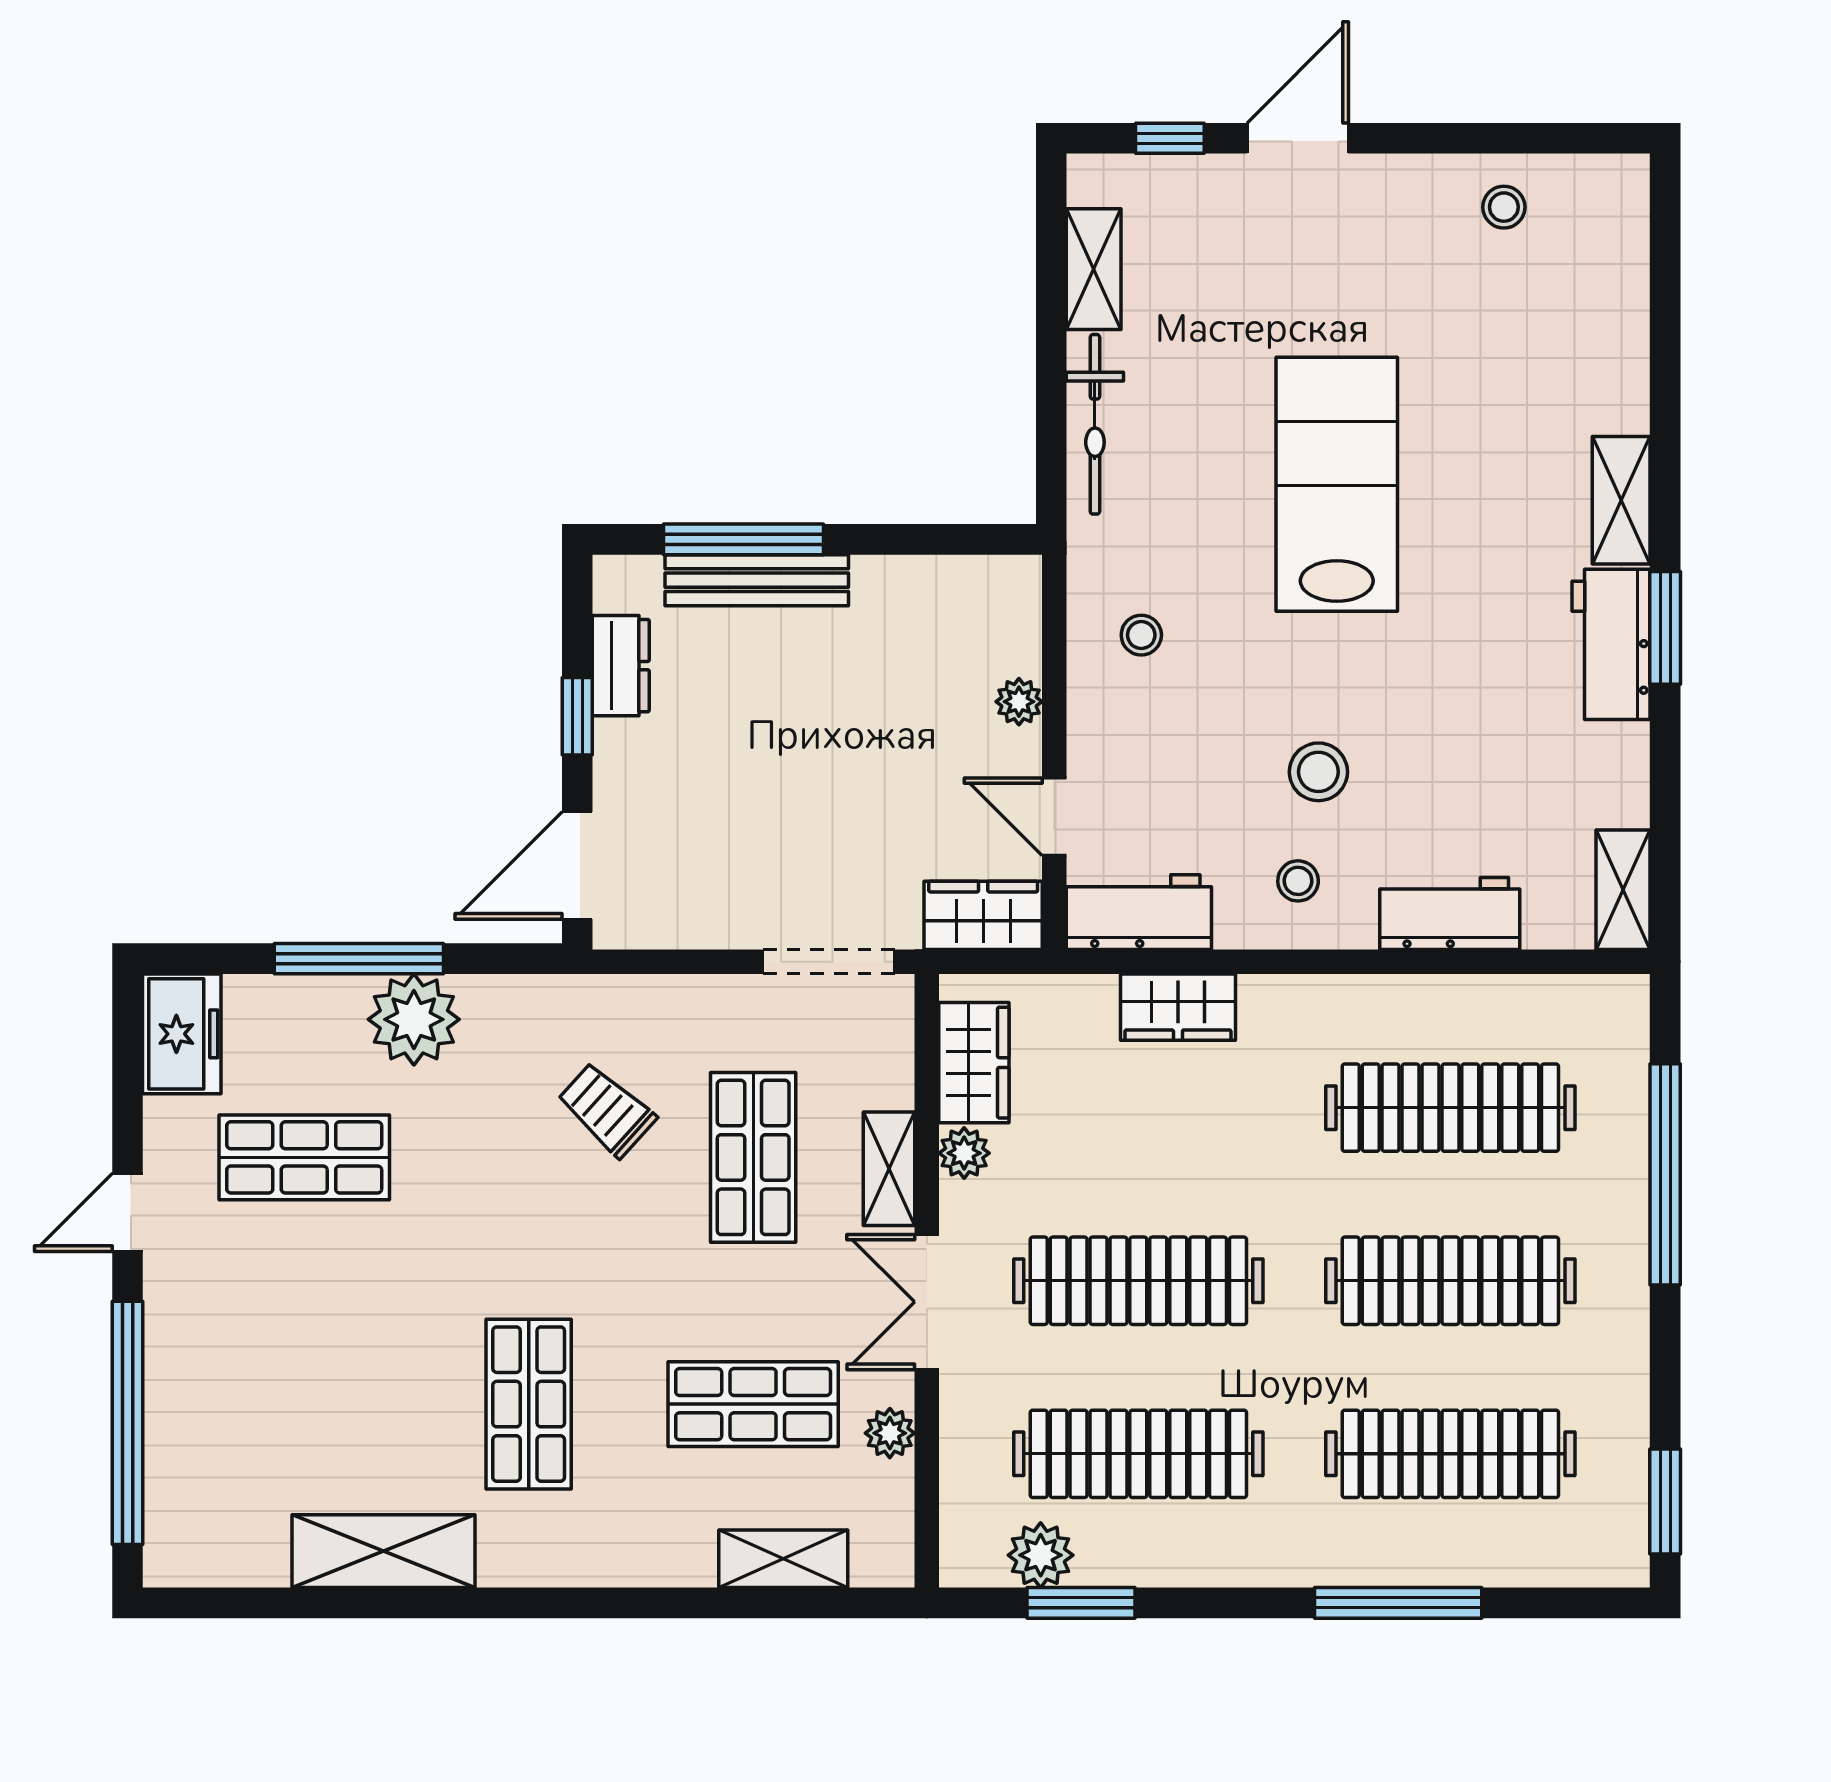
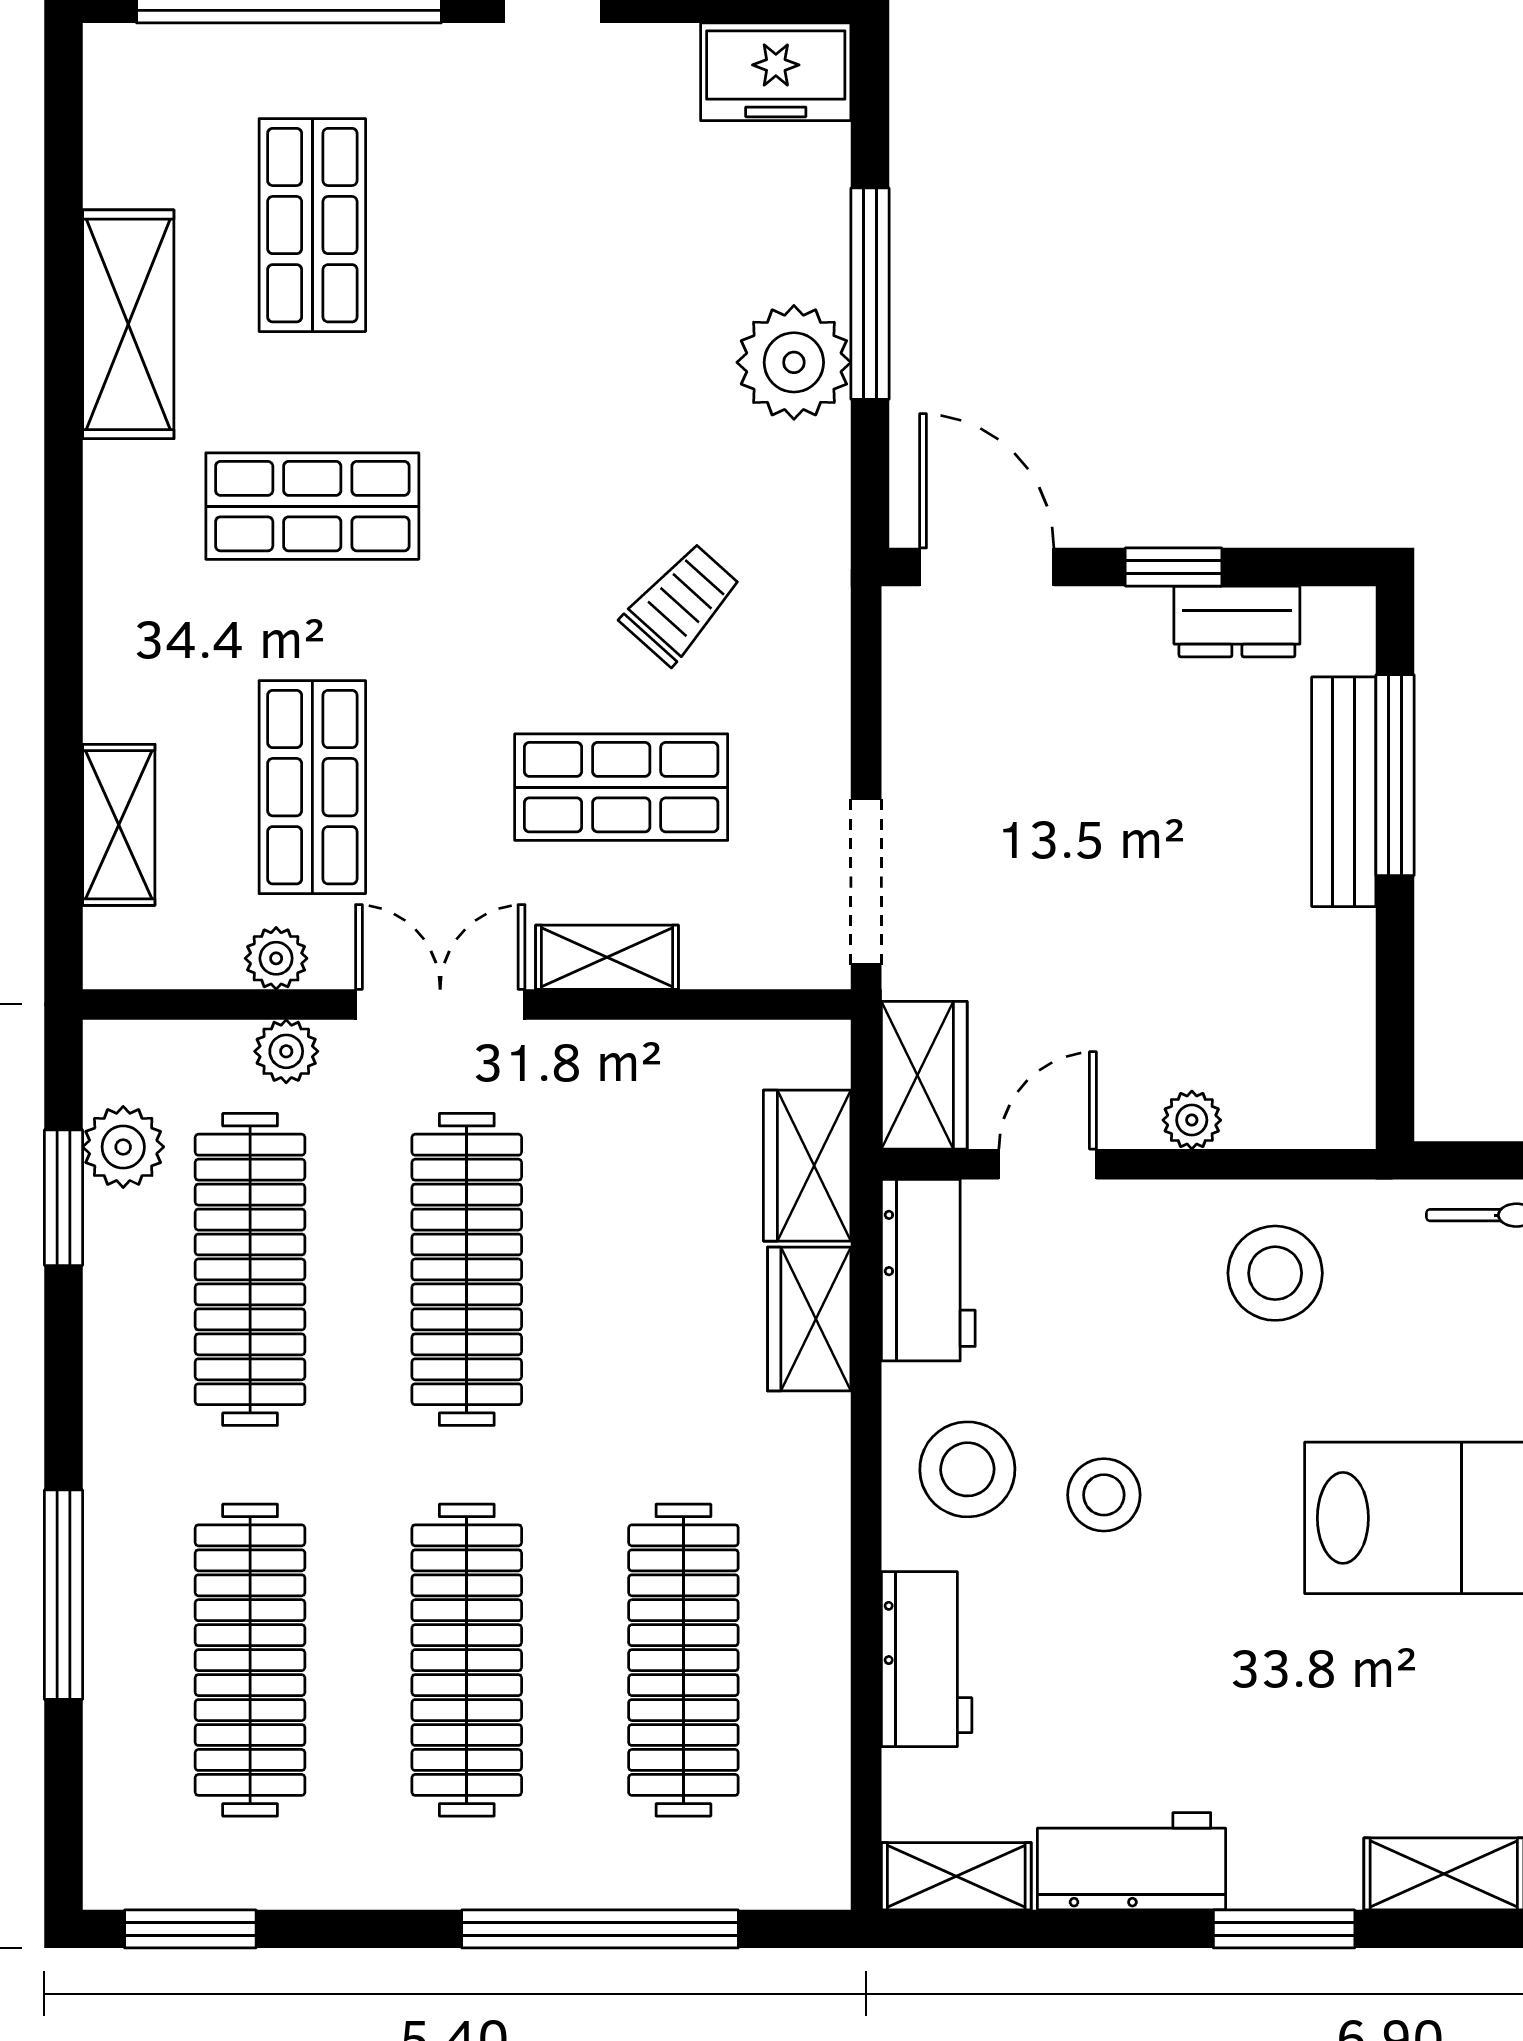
stool: (1141, 635) -> (1275, 1273), width x1.89, depth x1.89
workbench: (1611, 644) -> (1131, 1861), moved
stool: (1298, 881) -> (967, 1469), width x1.89, depth x1.89
wardrobe: (974, 1063) -> (807, 1166), moved, turned 90
plant: (964, 1153) -> (286, 1051), moved
shop shelf: (304, 1157) -> (312, 225), moved

